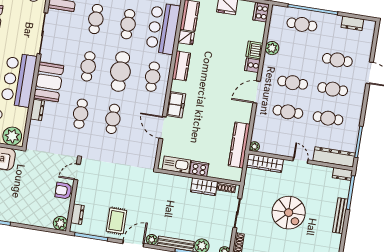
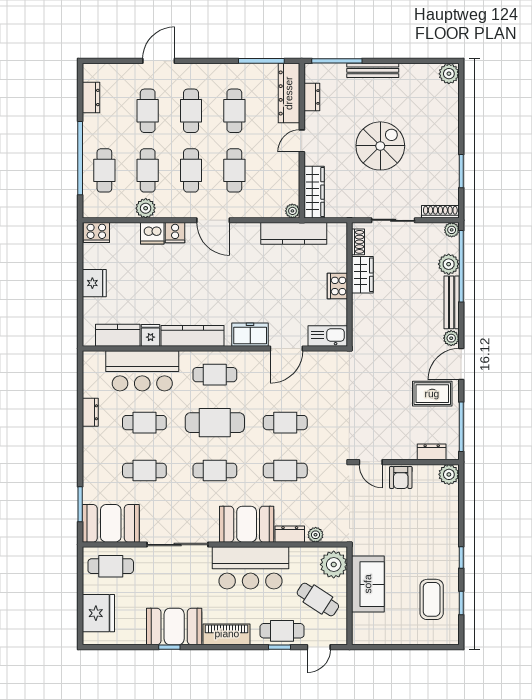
cafe table: (297, 54) -> (148, 170), added
kitchen counter: (181, 66) -> (193, 336), width x1.50
plant: (34, 127) -> (316, 535), added
kitchen sink: (176, 165) -> (328, 336), moved, turned 90
dresser: (342, 174) -> (312, 97), moved
door: (133, 244) -> (461, 364), hinge flipped

